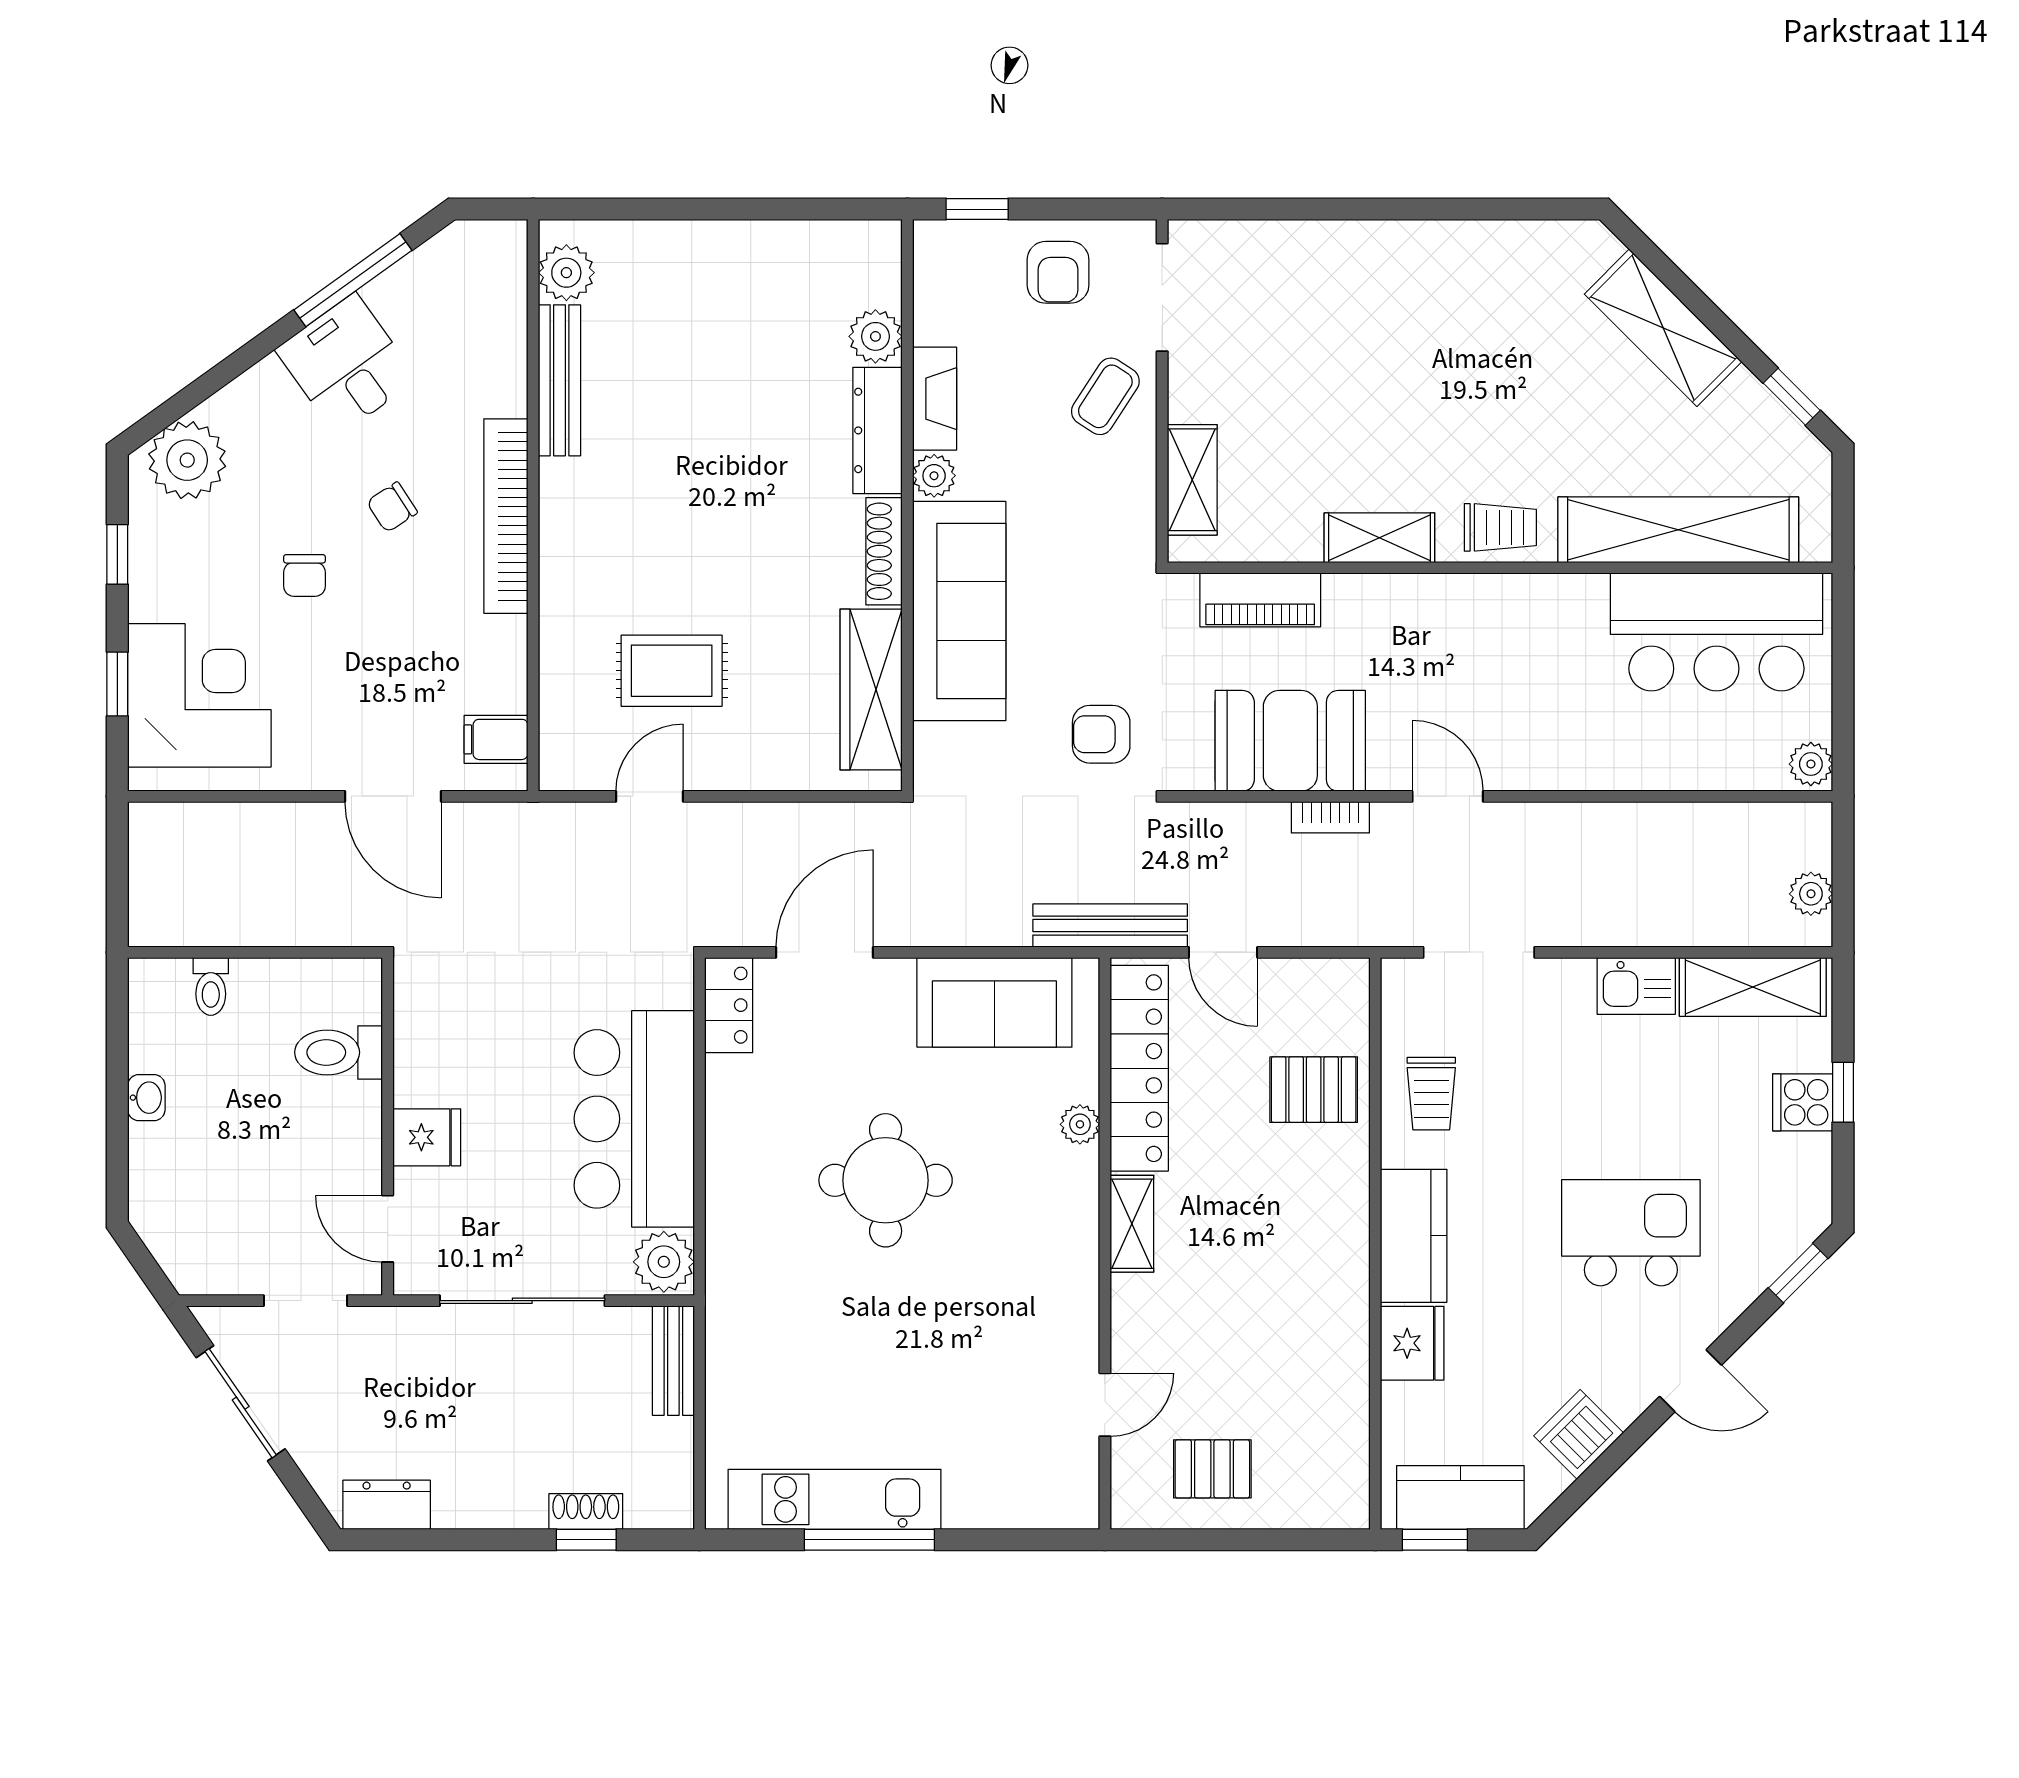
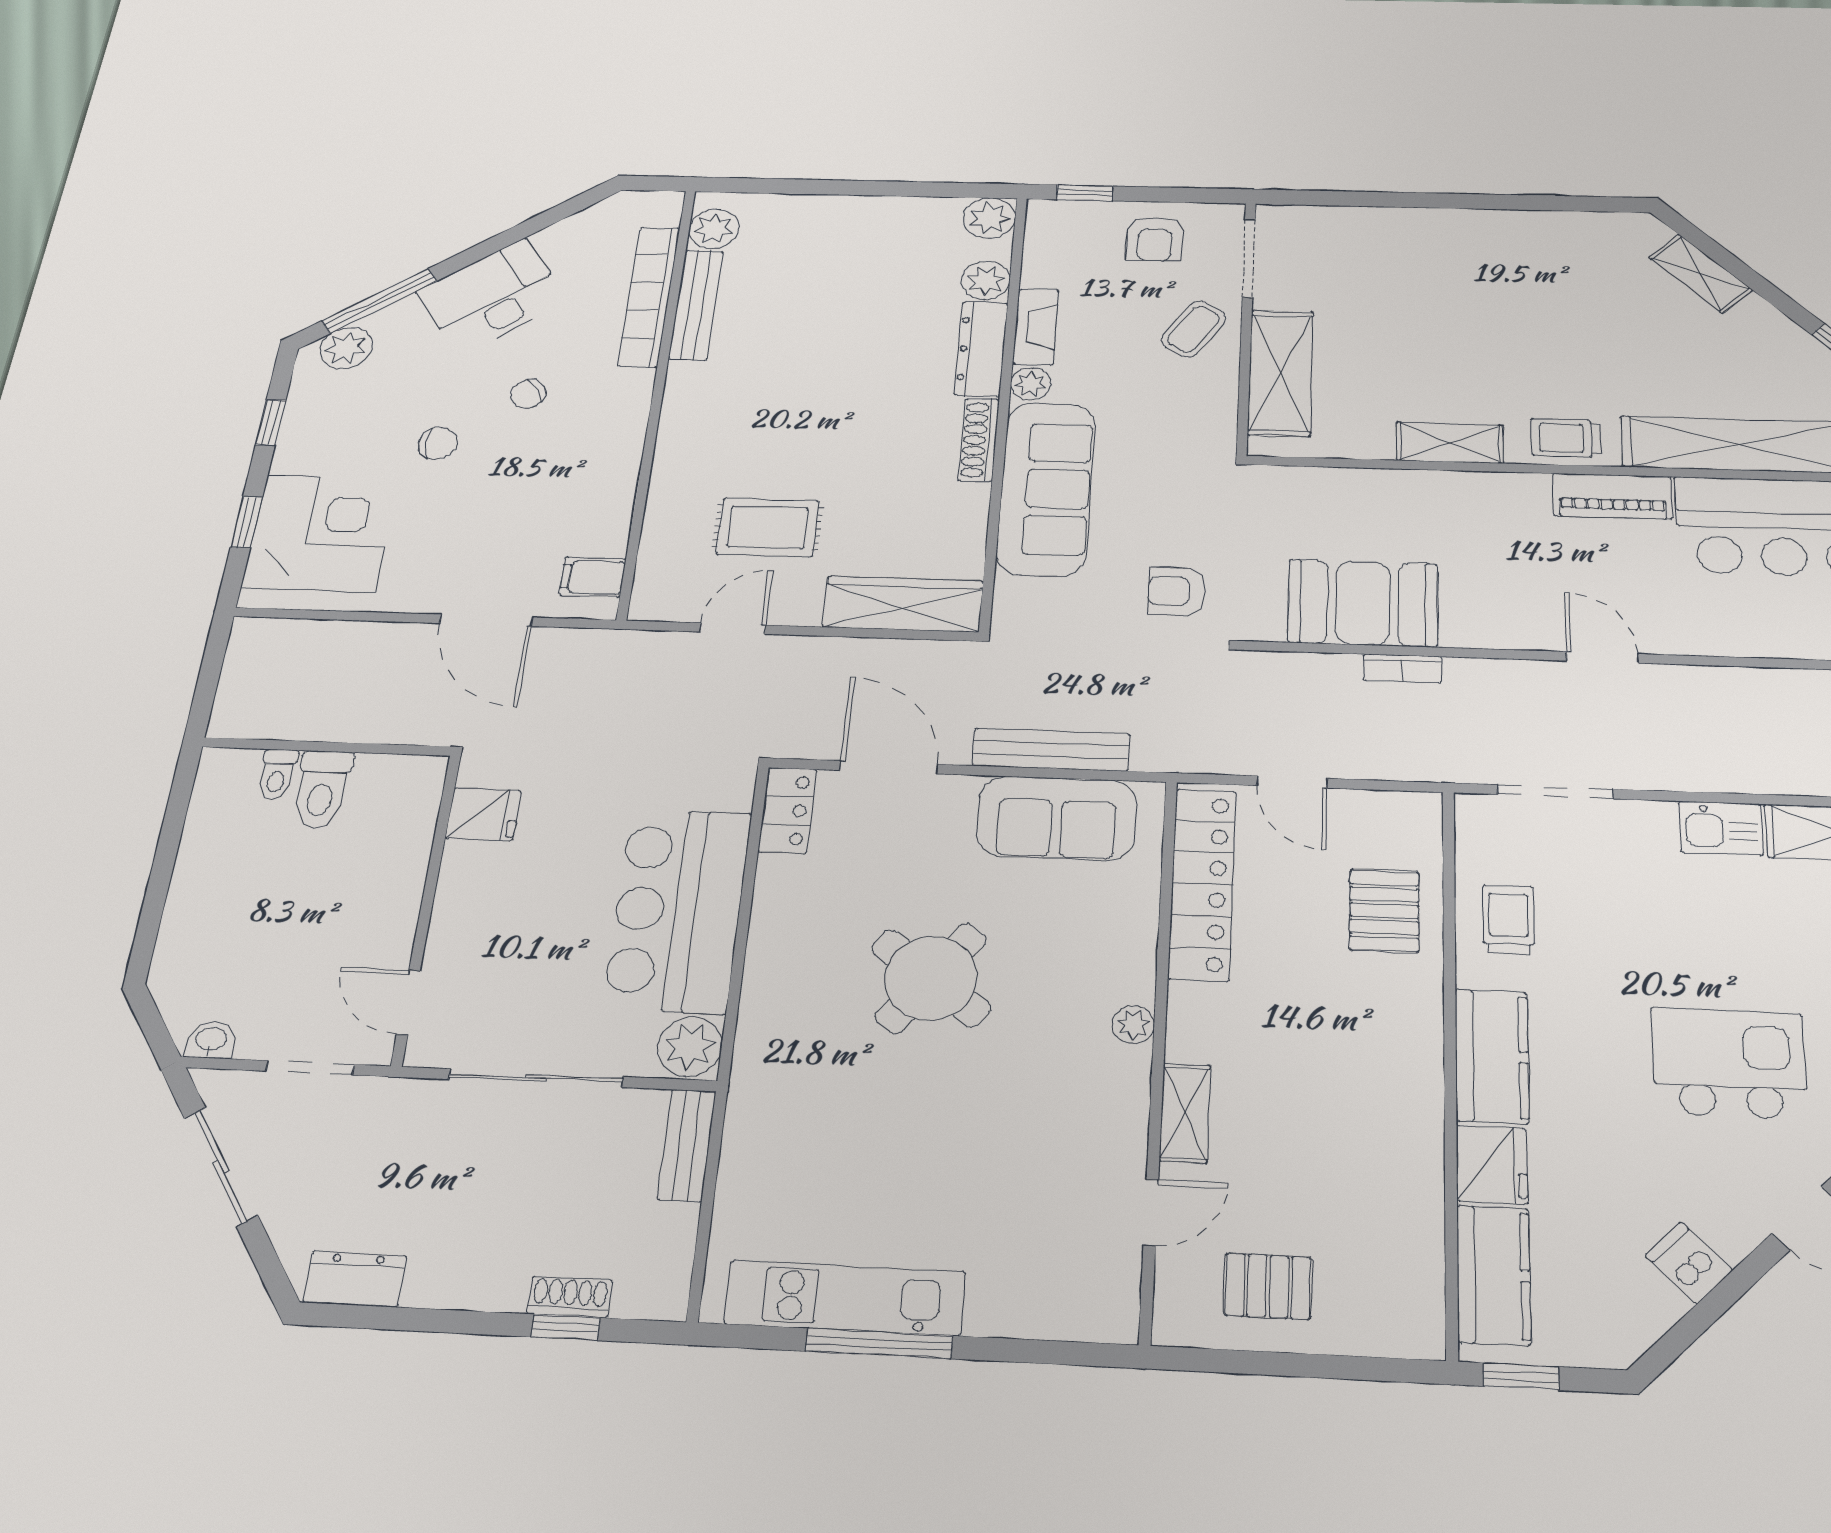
plant: (873, 249) -> (989, 218), added
window: (353, 280) -> (379, 301), moved
shelving: (1663, 328) -> (1700, 274), width x0.67, depth x0.75
desk: (346, 364) -> (492, 296), width x1.37
plant: (187, 460) -> (346, 348), width x0.73, depth x0.73
shelving: (1192, 480) -> (1281, 373), width x1.50, depth x1.33
bookcase: (506, 516) -> (649, 296), moved
trolley: (1500, 527) -> (1566, 438), turned 180
chair: (304, 576) -> (438, 443), turned -90
piano: (1260, 600) -> (1612, 496), moved
wardrobe: (871, 689) -> (903, 604), moved, turned 90
door: (1448, 796) -> (1602, 657), moved
bench: (1110, 926) -> (1051, 750), moved
door: (825, 952) -> (889, 767), hinge flipped
toilet: (339, 1052) -> (322, 789), moved, turned -90
pallet: (1314, 1090) -> (1384, 911), turned 90
trolley: (1431, 1094) -> (1508, 920), turned 180
washbasin: (146, 1098) -> (211, 1040), moved, turned -90
plant: (1080, 1124) -> (1133, 1024), moved
fridge: (427, 1137) -> (483, 814), moved
round table: (886, 1180) -> (931, 978), turned 37
shelving: (1132, 1224) -> (1185, 1113), moved
dishwasher: (1579, 1434) -> (1689, 1263), width x0.73
kitchen counter: (1460, 1497) -> (1493, 1275), moved, turned 90

